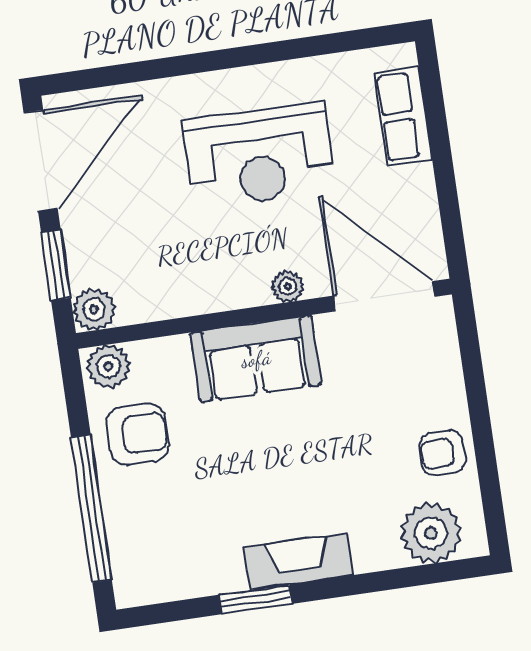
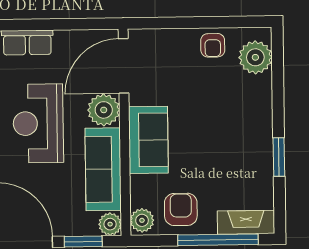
reception desk: (259, 155) -> (38, 123), turned 180
sofa: (192, 284) -> (103, 169), added
plant: (288, 286) -> (104, 110), width x1.88, depth x1.88
fireplace: (298, 561) -> (246, 222), moved, turned 90

